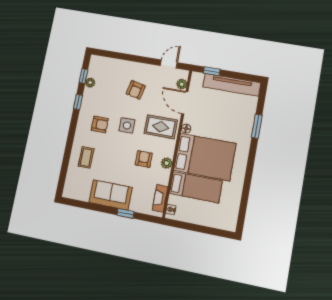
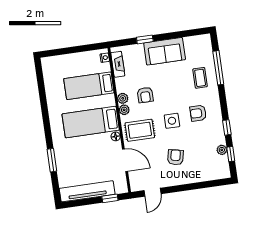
plant: (182, 84) -> (124, 110), moved
bed: (205, 157) -> (91, 122), width x0.67
window: (66, 161) -> (218, 68), added

